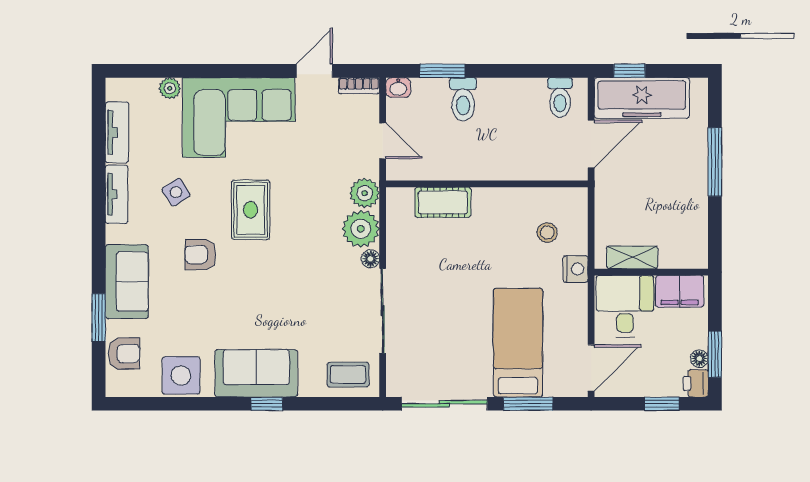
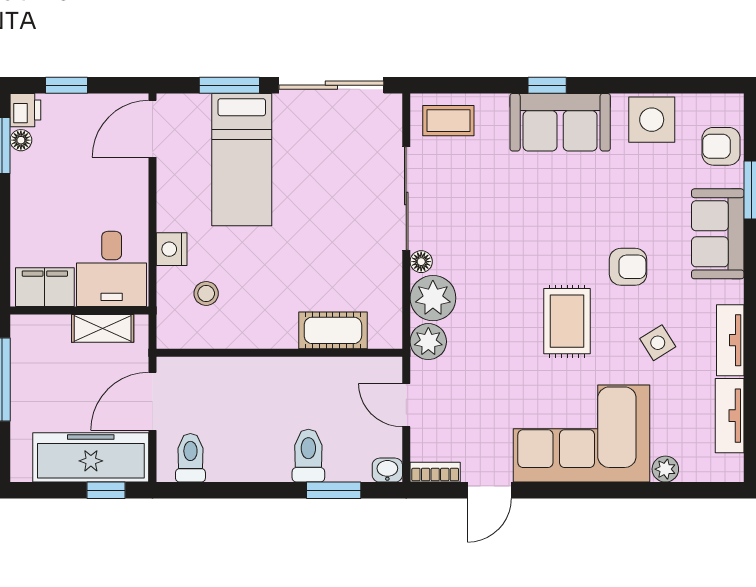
shelving: (632, 257) -> (103, 328), moved
wall: (651, 272) -> (79, 310), moved
filing cabinet: (680, 291) -> (45, 287), moved
desk: (625, 306) -> (112, 269), moved

